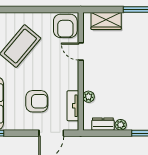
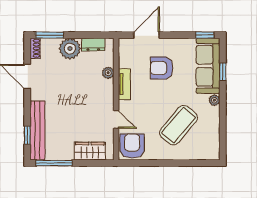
tv unit: (73, 106) -> (124, 84), moved
plant: (121, 125) -> (70, 49), width x1.88, depth x1.88

